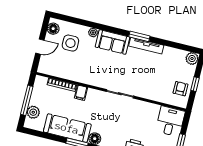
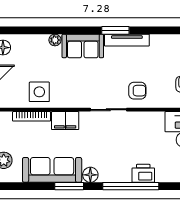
side table: (70, 43) -> (39, 92), moved
armchair: (145, 85) -> (137, 91), added
filing cabinet: (81, 93) -> (65, 121), width x2.00

